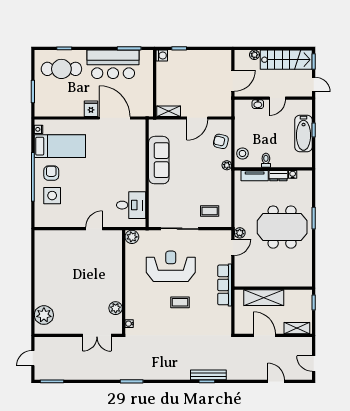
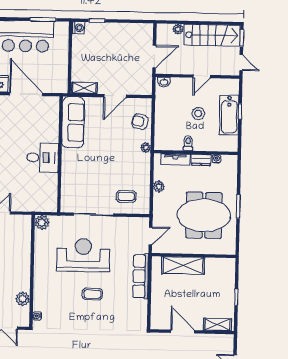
washbasin: (258, 104) -> (164, 82), moved
stool: (242, 153) -> (198, 114), moved
sofa: (159, 160) -> (73, 122), moved
desk: (131, 205) -> (43, 158), moved
plant: (240, 233) -> (159, 186), moved
wall: (273, 288) -> (194, 256), moved
shelving: (264, 298) -> (183, 265), moved

